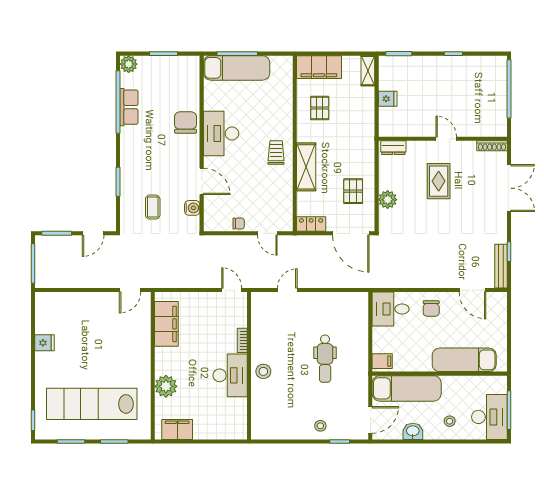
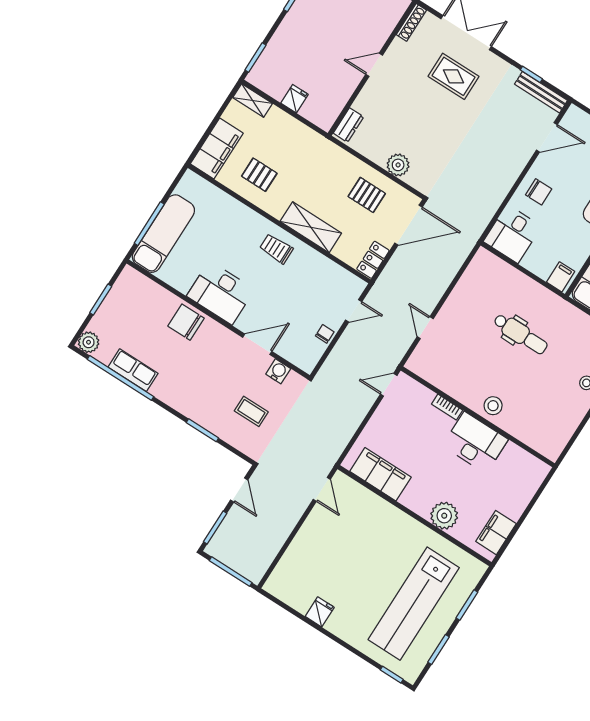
rug: (439, 181) -> (454, 76), moved

